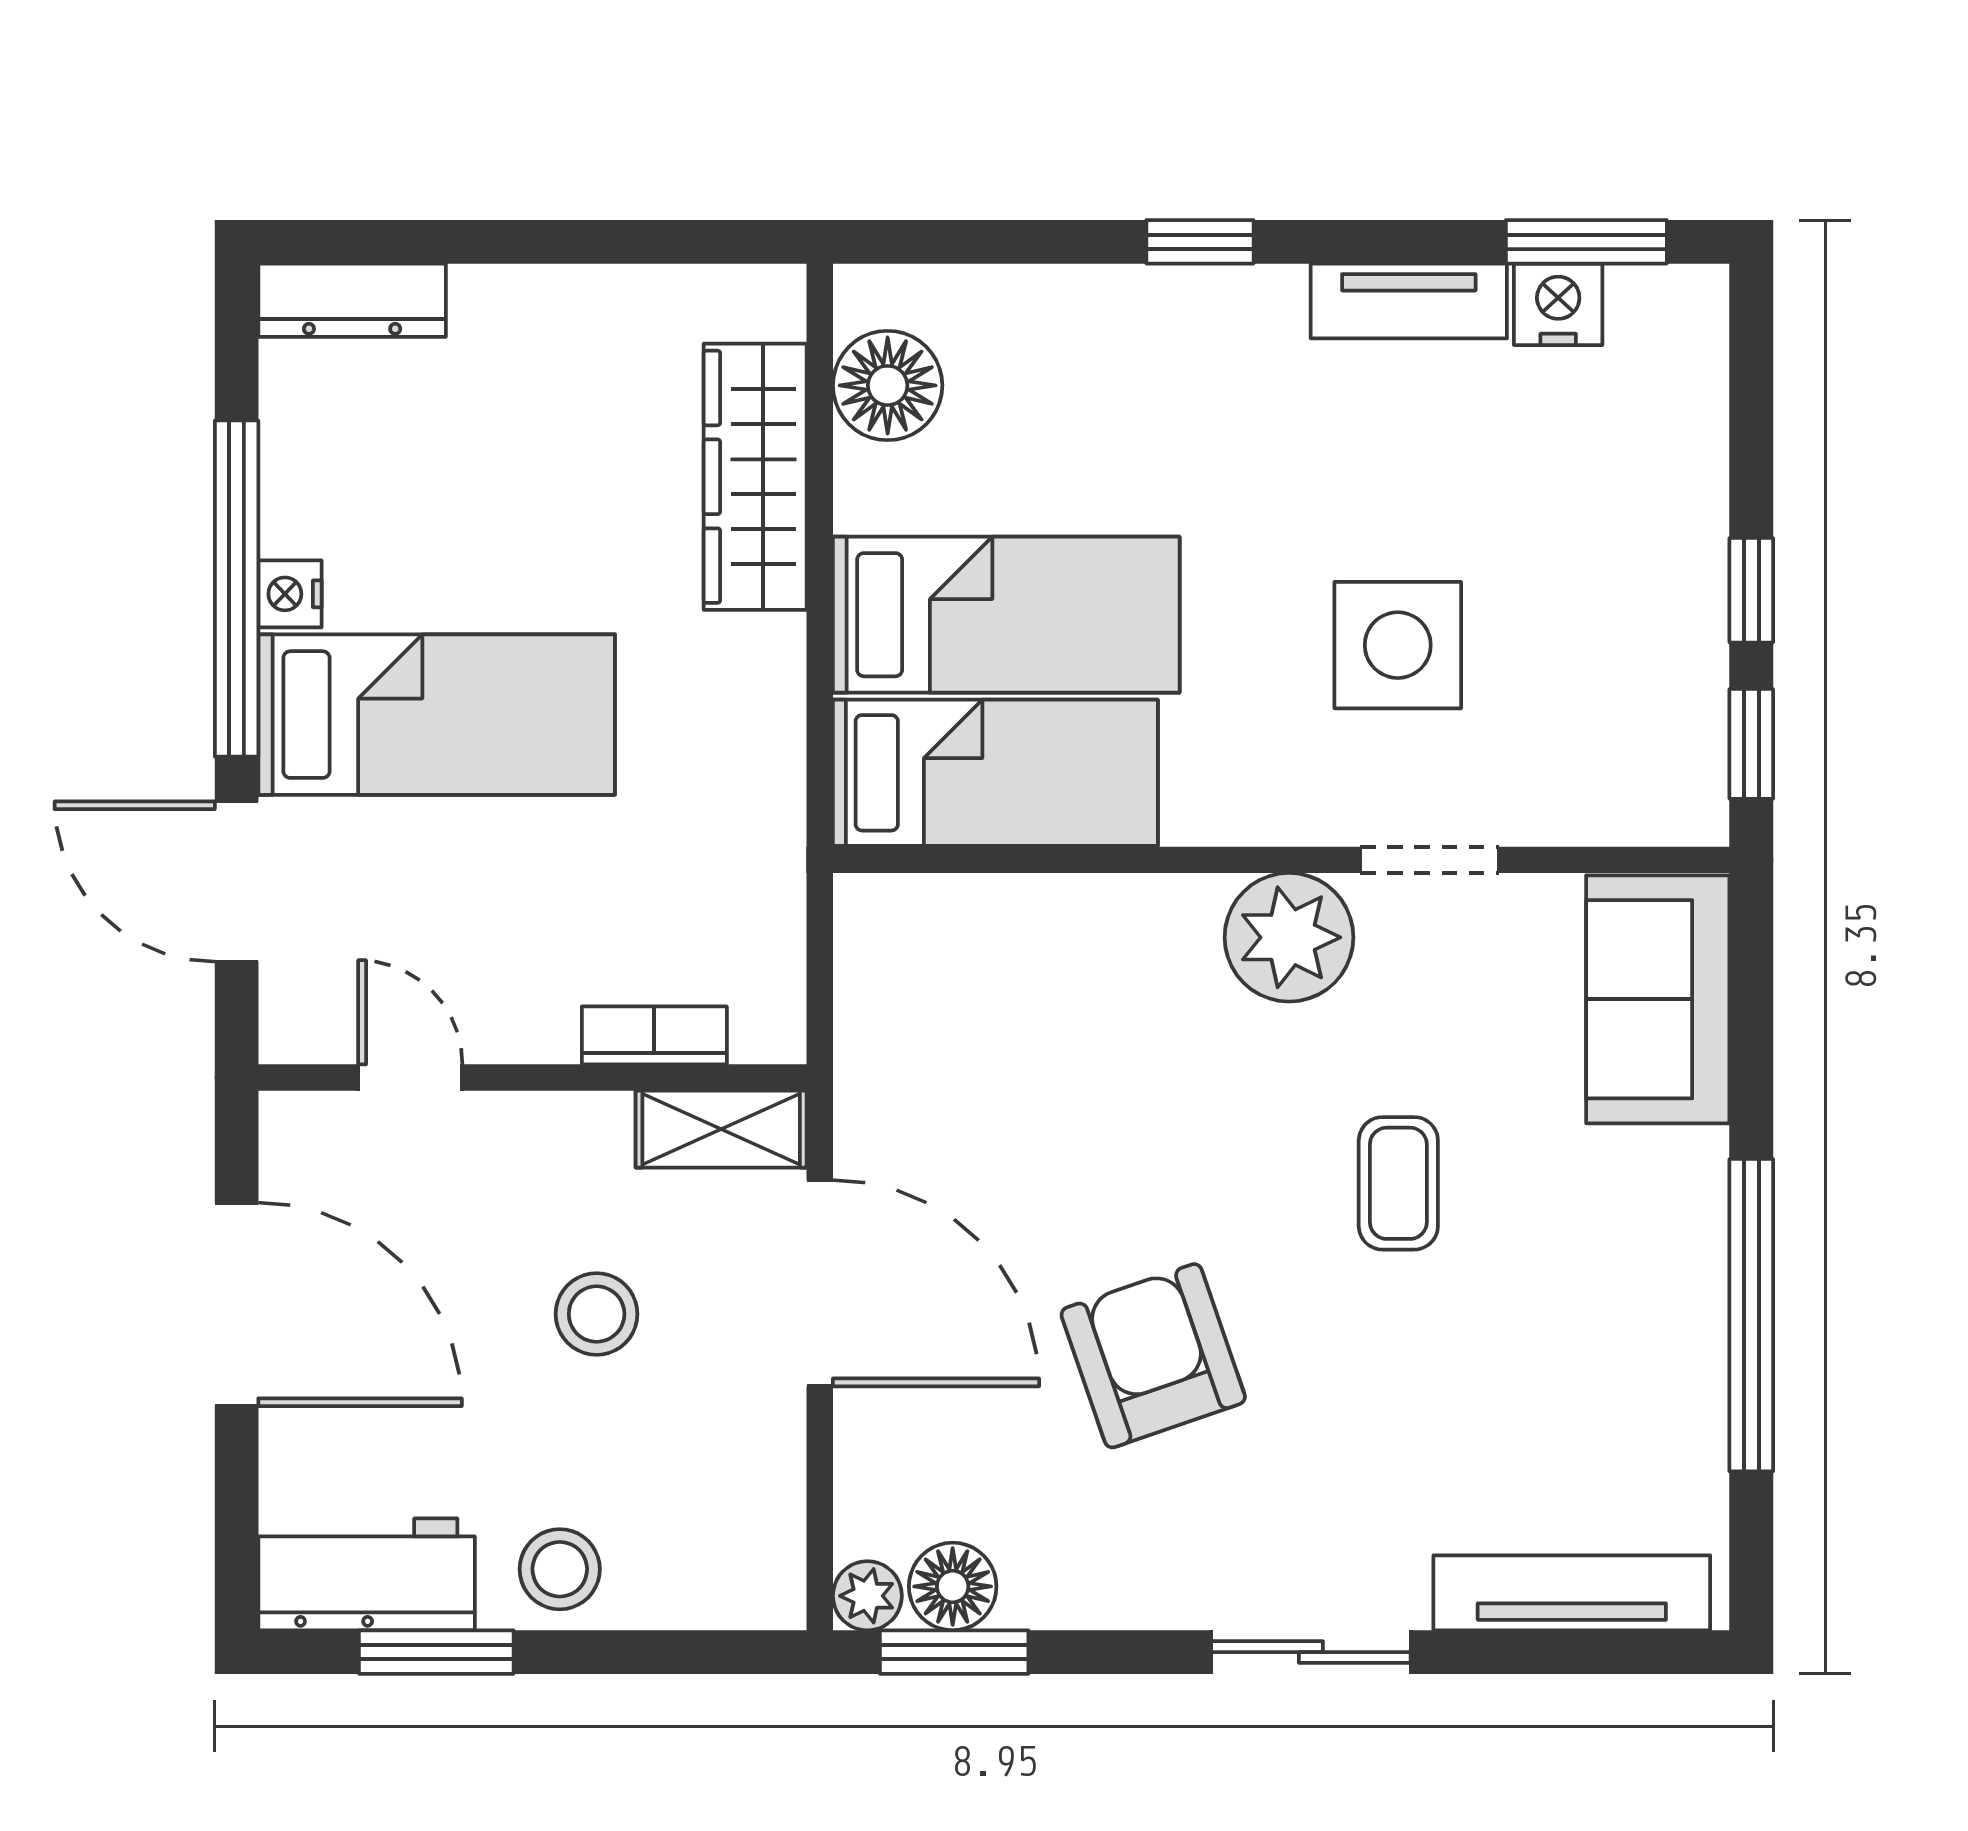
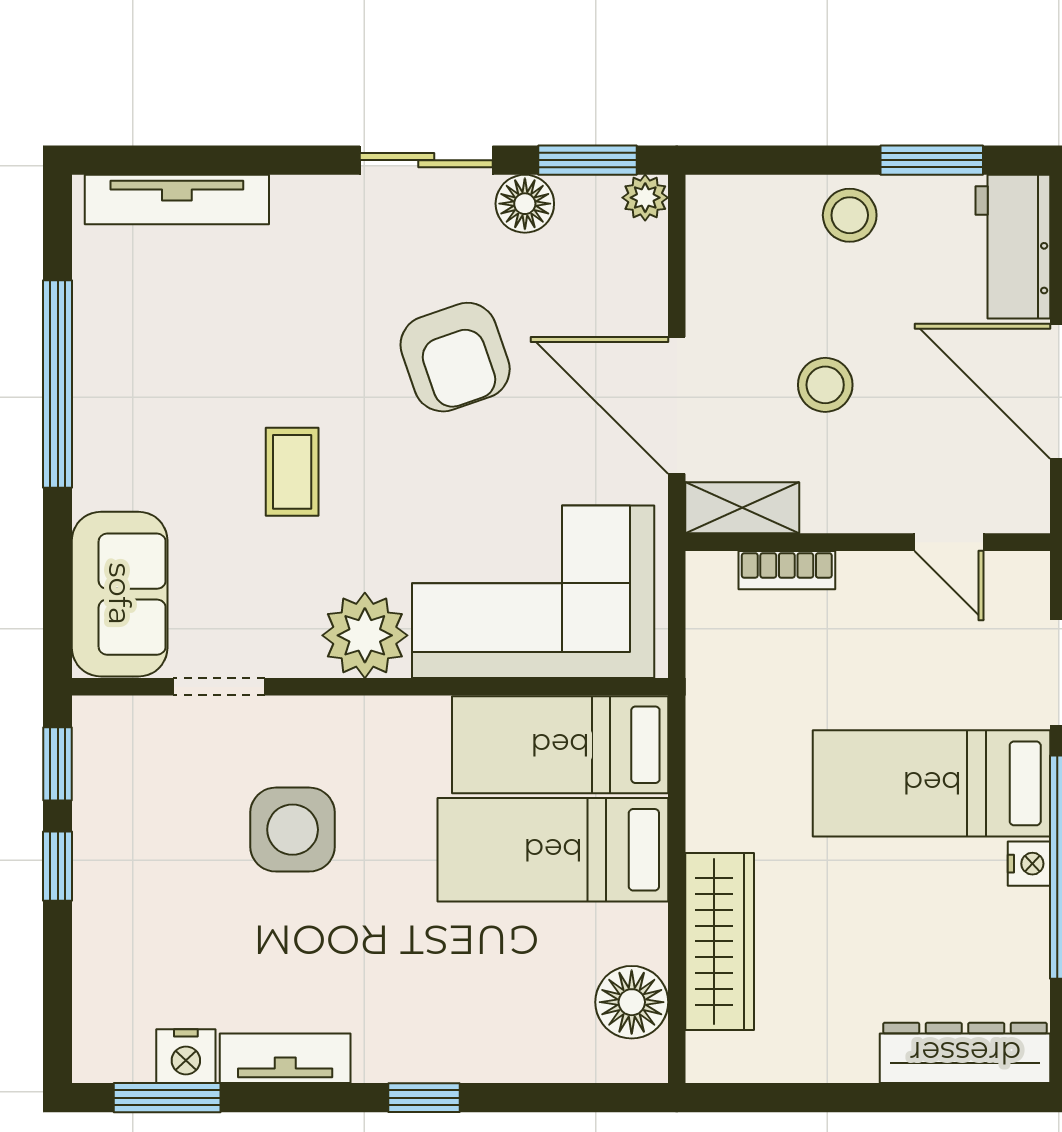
dresser: (352, 300) -> (965, 1053), width x1.37, depth x1.24
doorway: (1430, 860) -> (219, 687), moved
corner sofa: (1036, 1003) -> (533, 592), added
workbench: (367, 1574) -> (1013, 247), moved, turned 90
floor lamp: (953, 1586) -> (525, 204), moved
sliding door: (1311, 1652) -> (426, 160), moved

